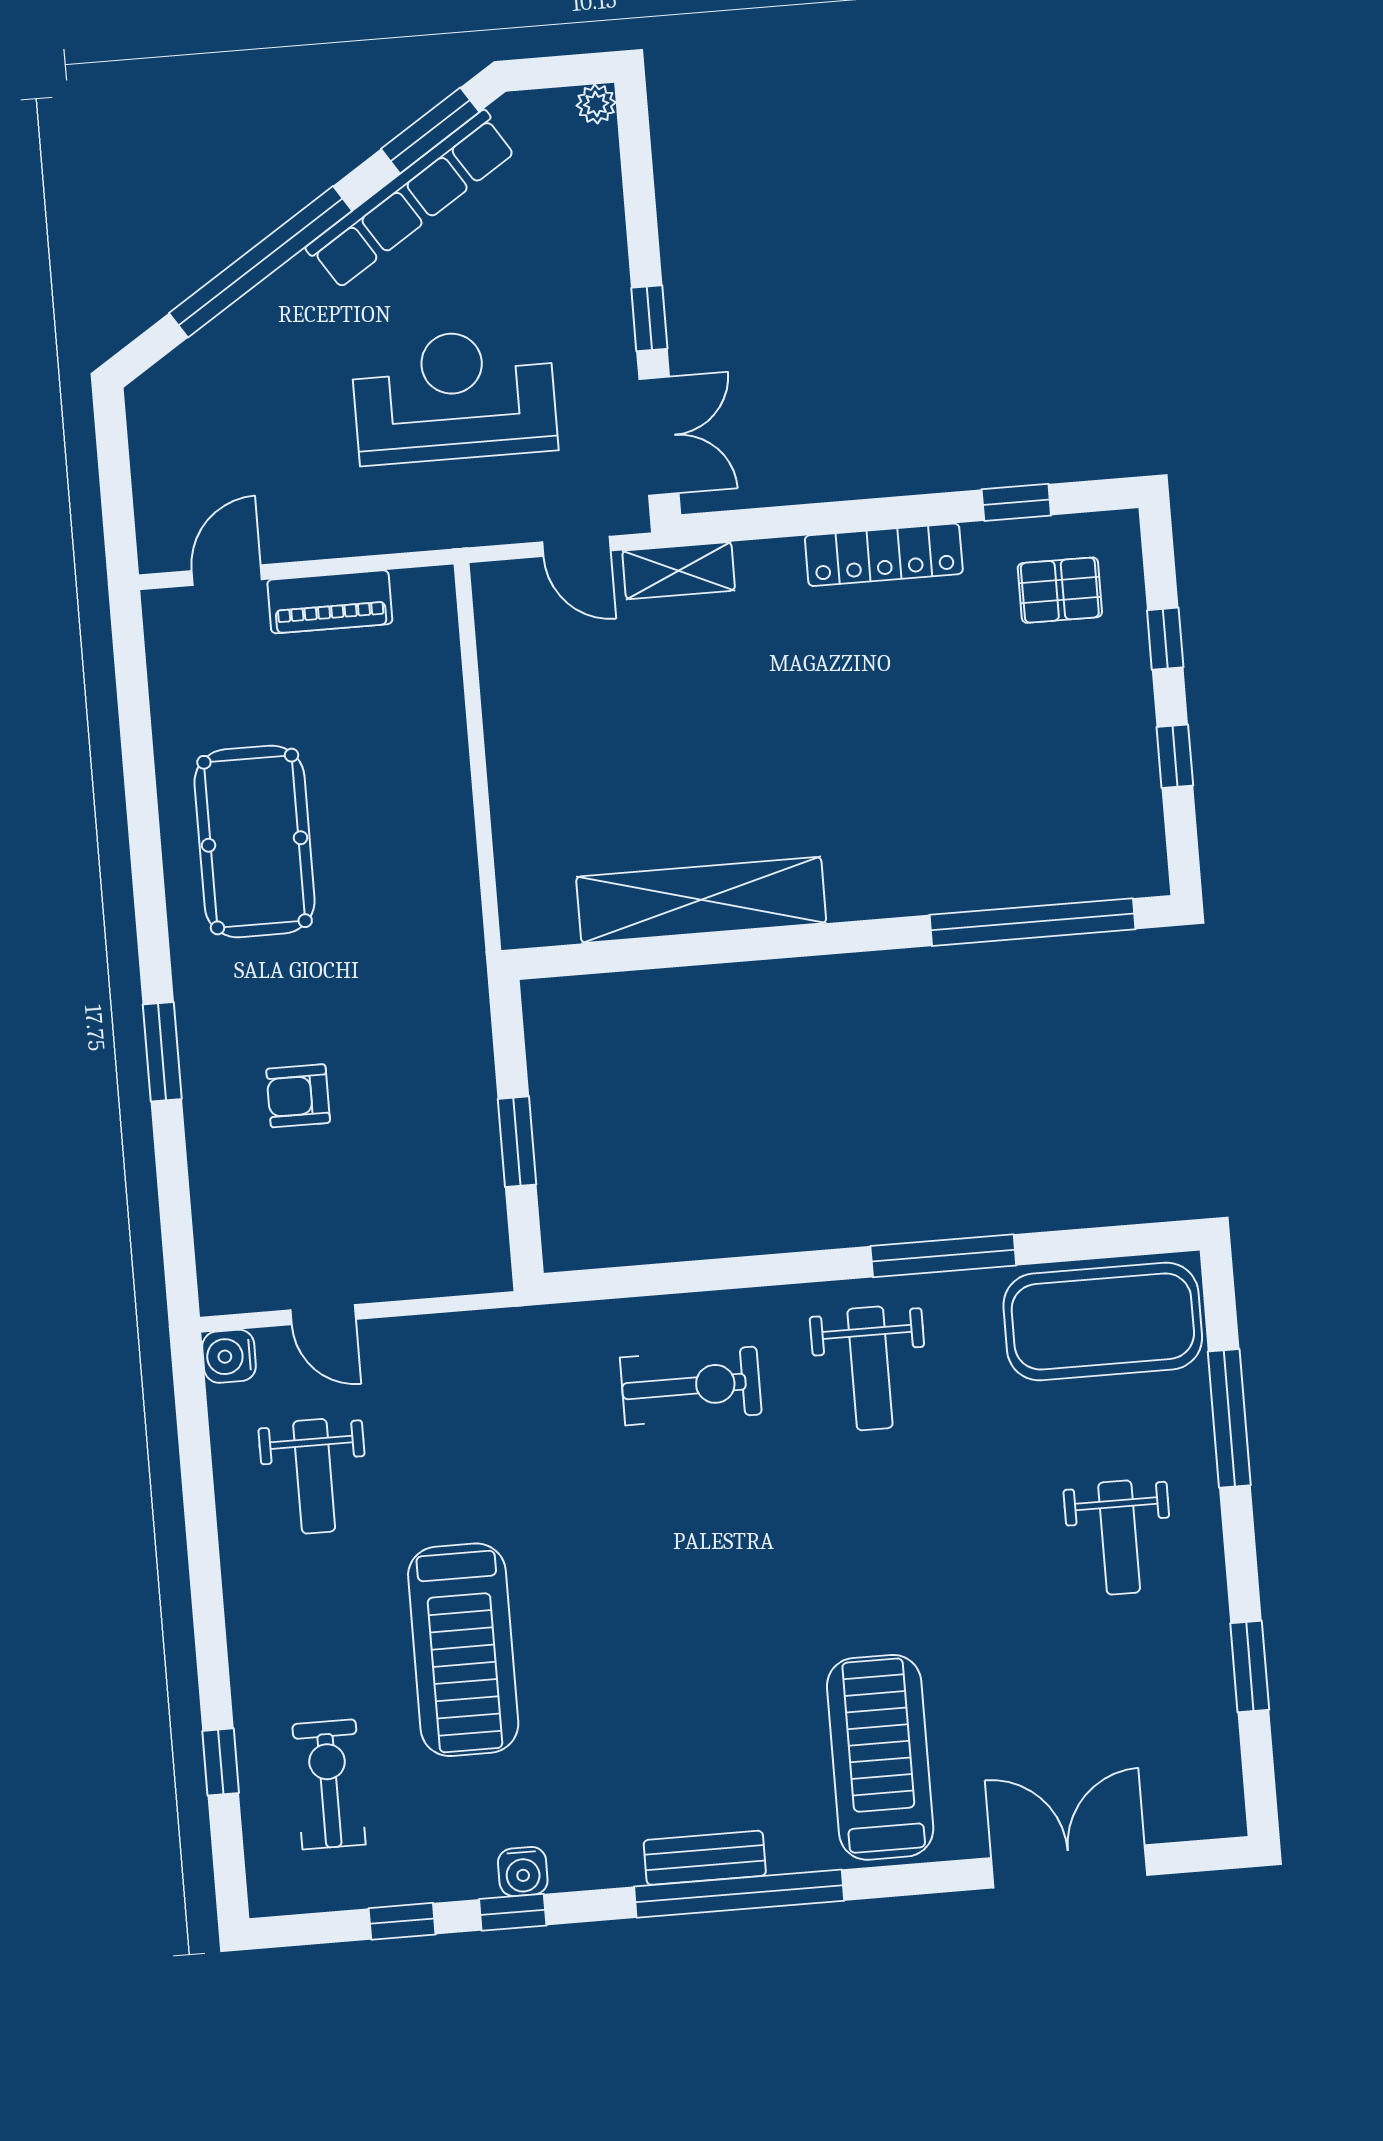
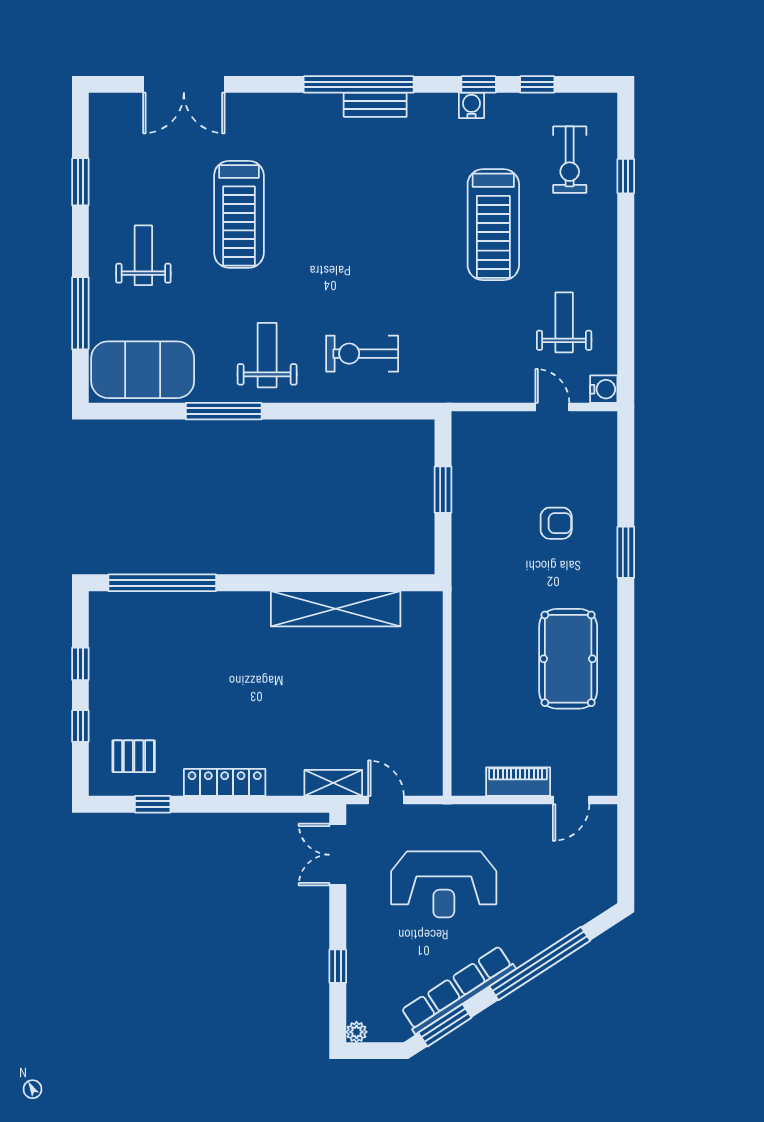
window: (649, 318) -> (338, 966), moved
treadmill: (463, 1650) -> (493, 225), turned 180
treadmill: (880, 1757) -> (239, 214), moved

